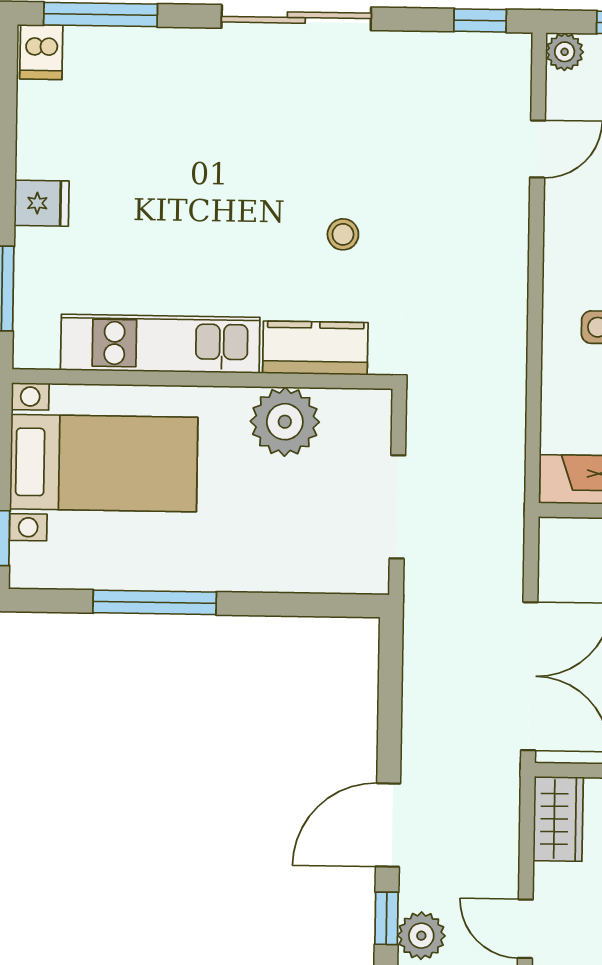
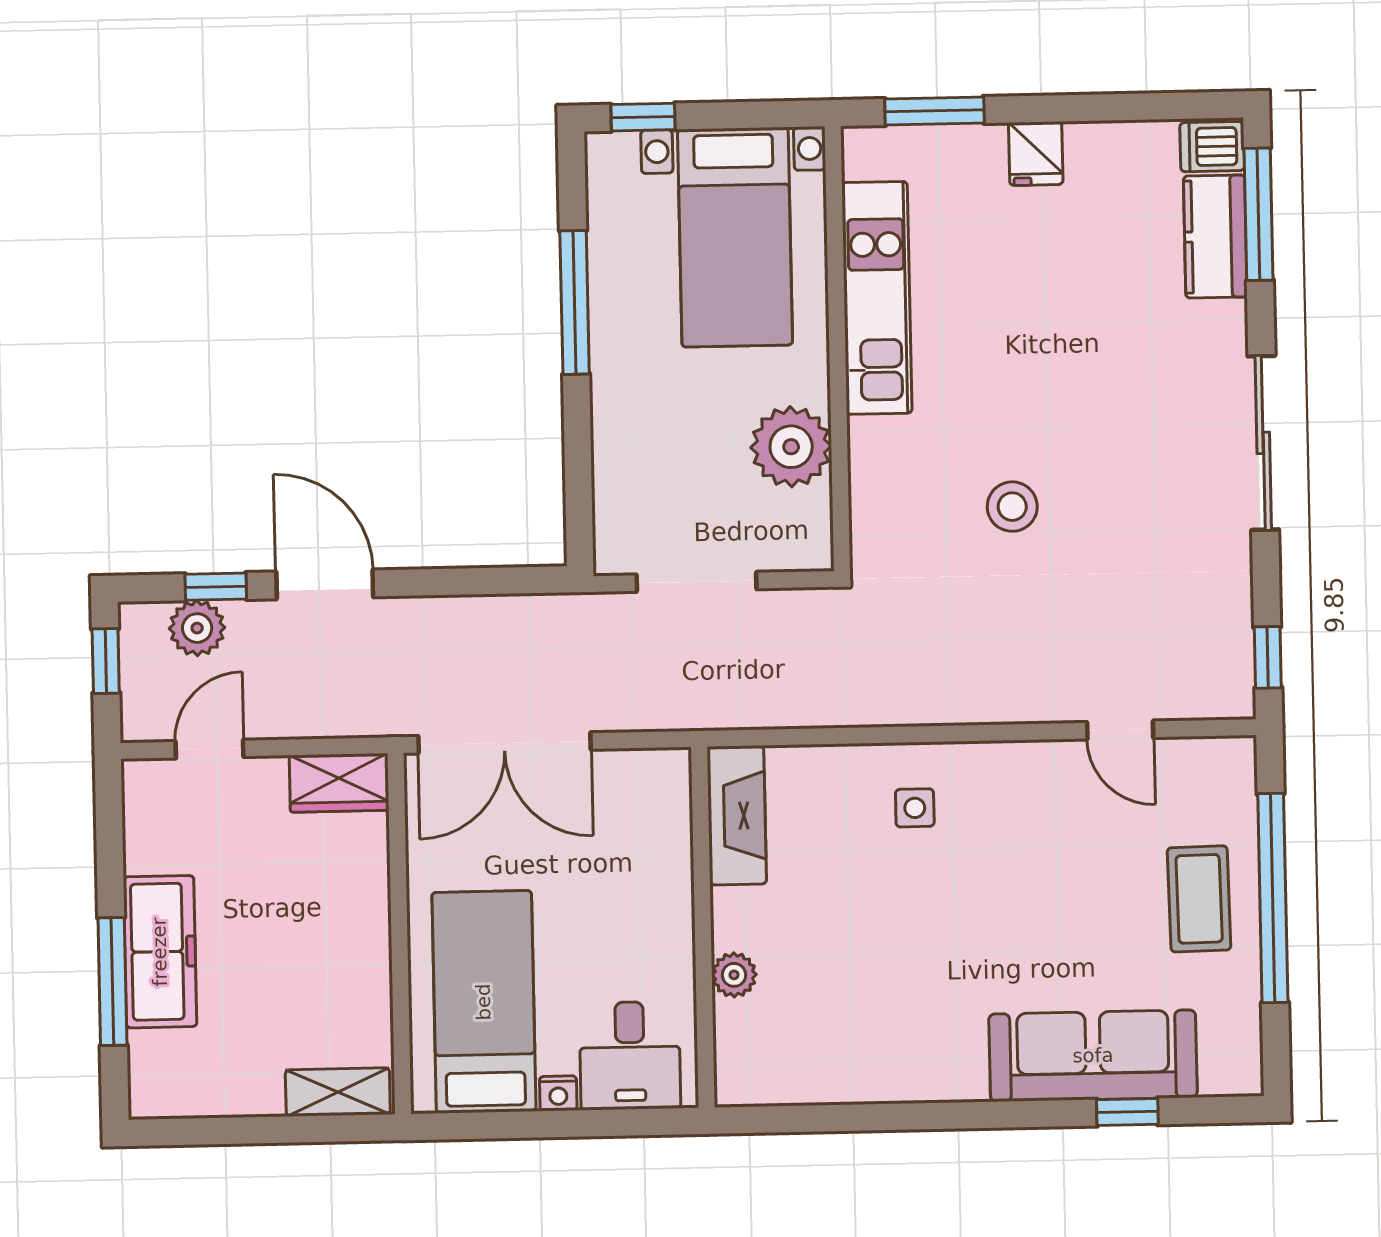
plant: (565, 52) -> (1235, 757), removed
stool: (343, 234) -> (1012, 507), width x1.37, depth x1.37
kitchen counter: (315, 348) -> (1215, 236), moved, turned 180

